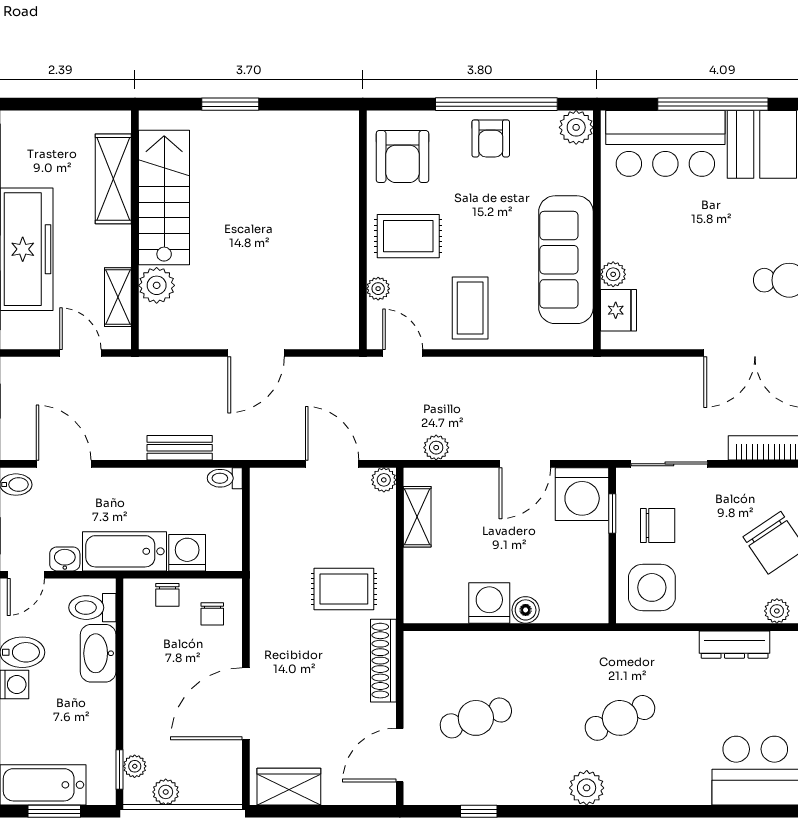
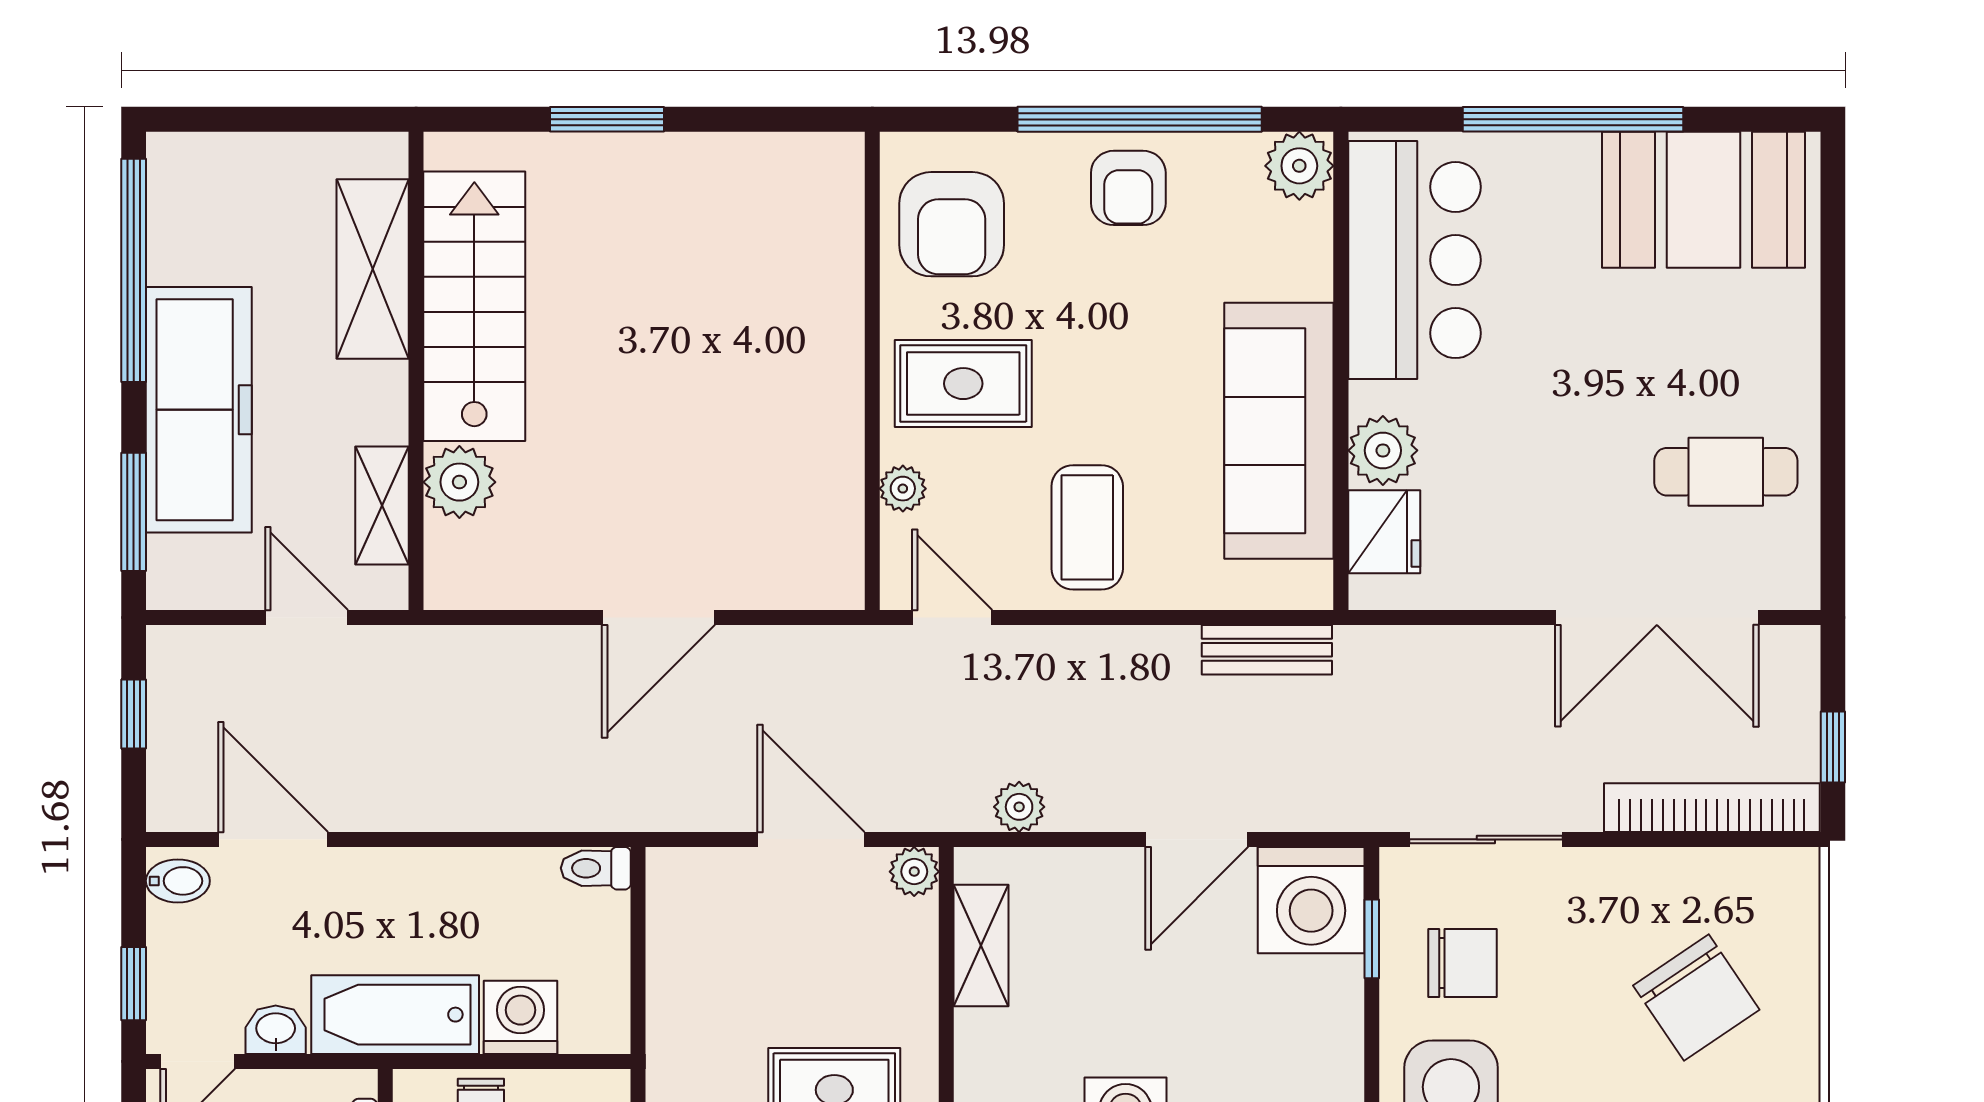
bar counter: (665, 143) -> (1414, 260), moved, turned -90
plant: (613, 274) -> (1383, 450), width x1.38, depth x1.38
bench: (180, 448) -> (1267, 650), moved

